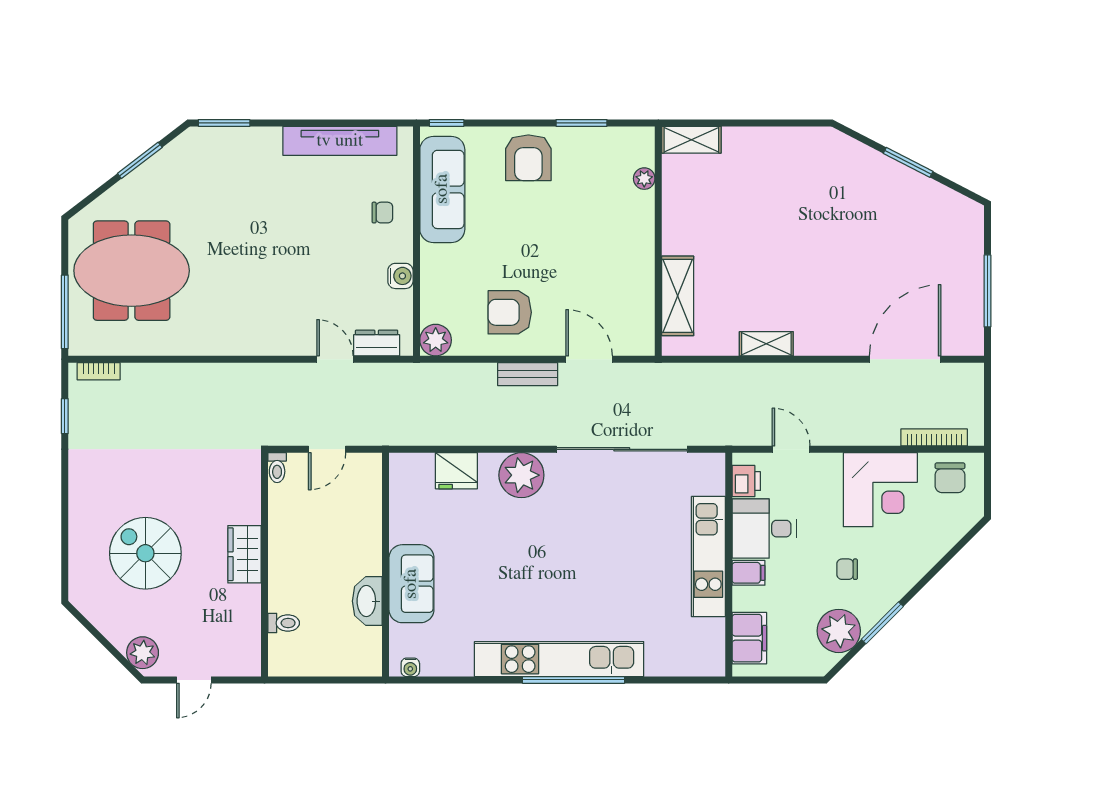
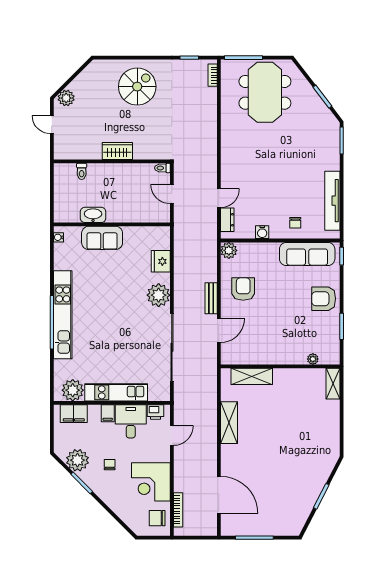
shelving: (766, 344) -> (229, 423), width x1.50, depth x1.33
spiral stairs: (145, 553) -> (137, 87), moved
plant: (704, 640) -> (73, 390), added

